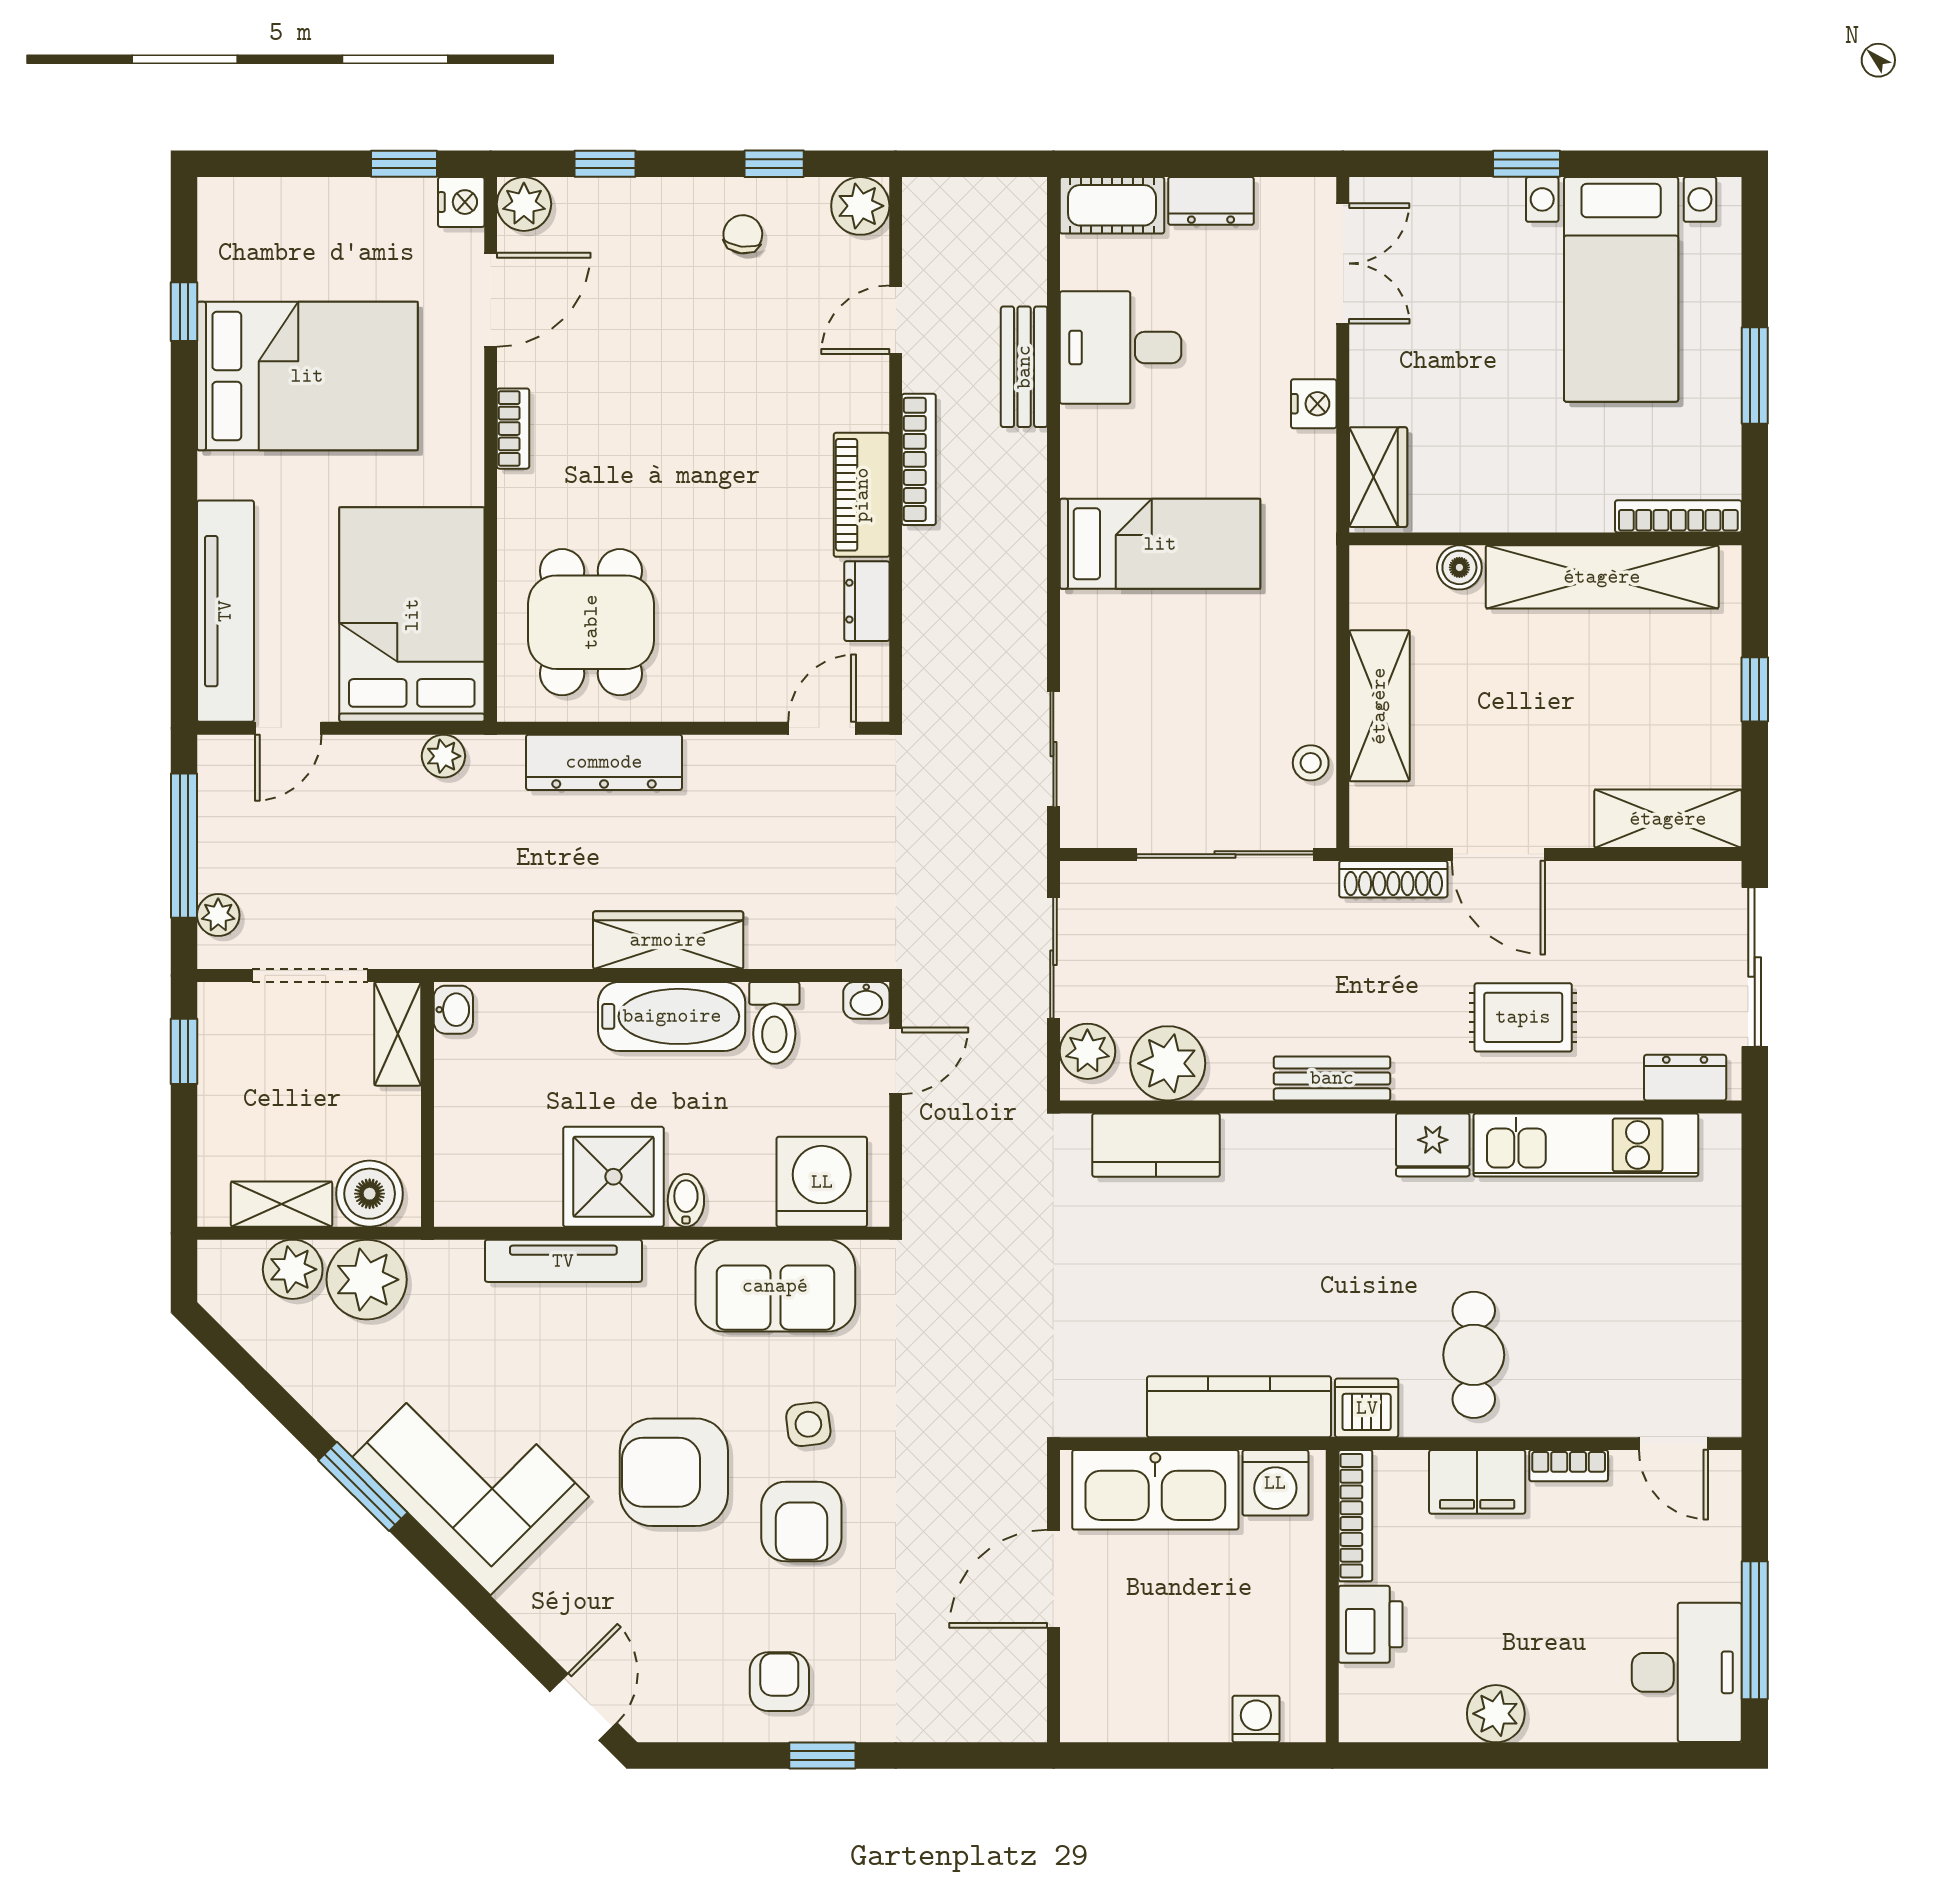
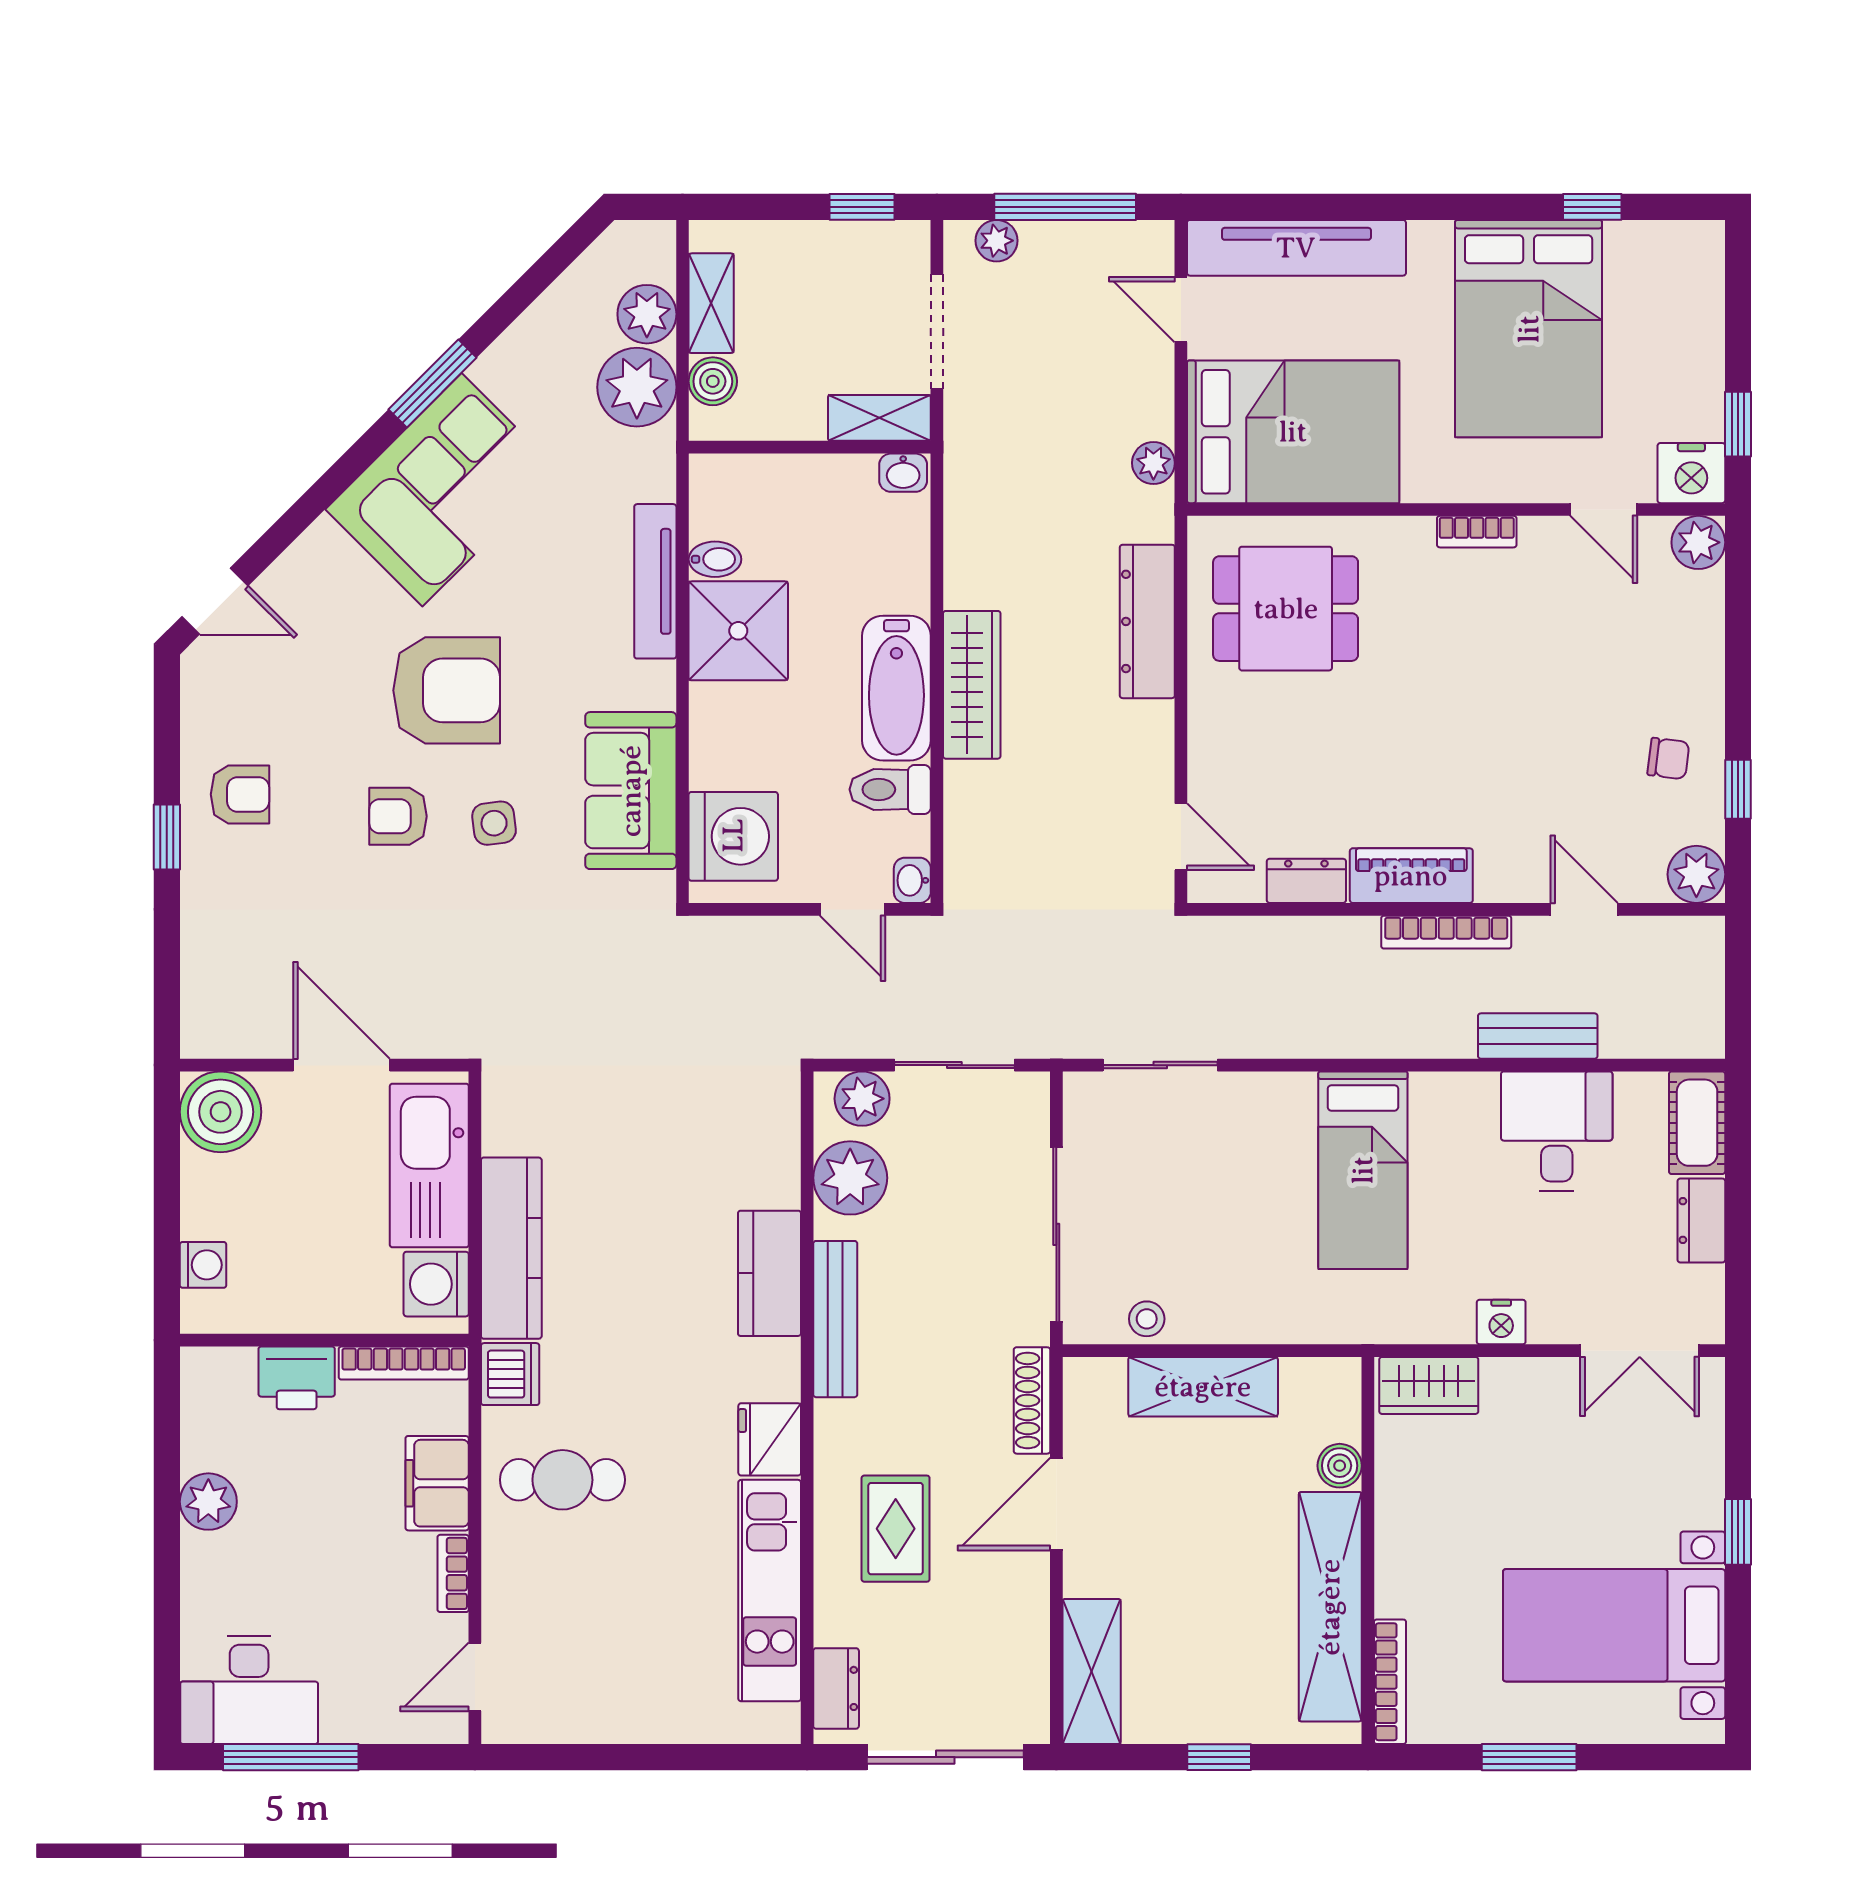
window: (605, 164) -> (1738, 622), removed
nightstand: (461, 202) -> (1691, 473), width x1.36, depth x1.33
door: (491, 300) -> (1604, 510), width x0.73
bench: (1332, 1078) -> (835, 1319), width x1.36
kitchen counter: (1156, 1145) -> (769, 1273), moved
boiler: (370, 1194) -> (713, 381), width x0.73, depth x0.73
bidet: (686, 1200) -> (715, 559), moved
armchair: (674, 1472) -> (447, 690), turned 90
armchair: (801, 1522) -> (398, 816), width x0.72, depth x0.72
boiler: (1101, 1701) -> (221, 1112), added

